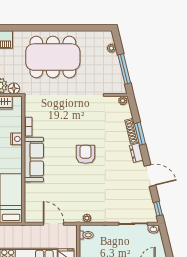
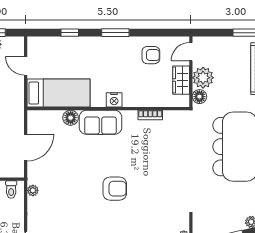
nightstand: (16, 139) -> (114, 100), moved
sofa: (34, 159) -> (100, 122), width x0.73
floor lamp: (30, 189) -> (71, 118), added

